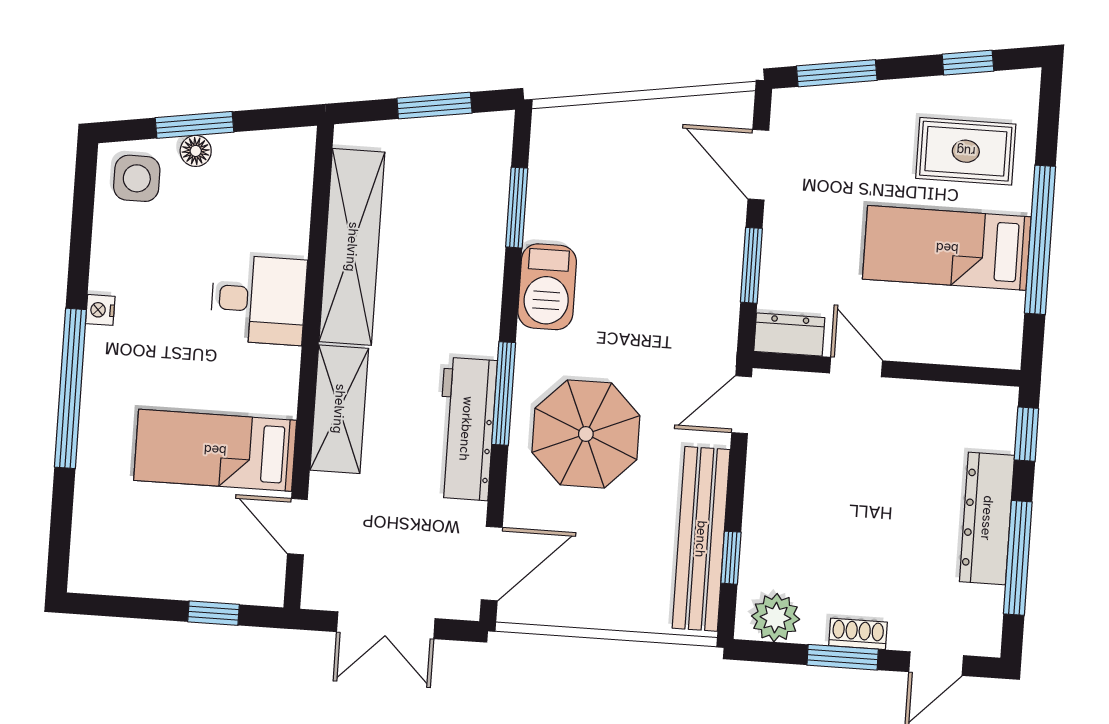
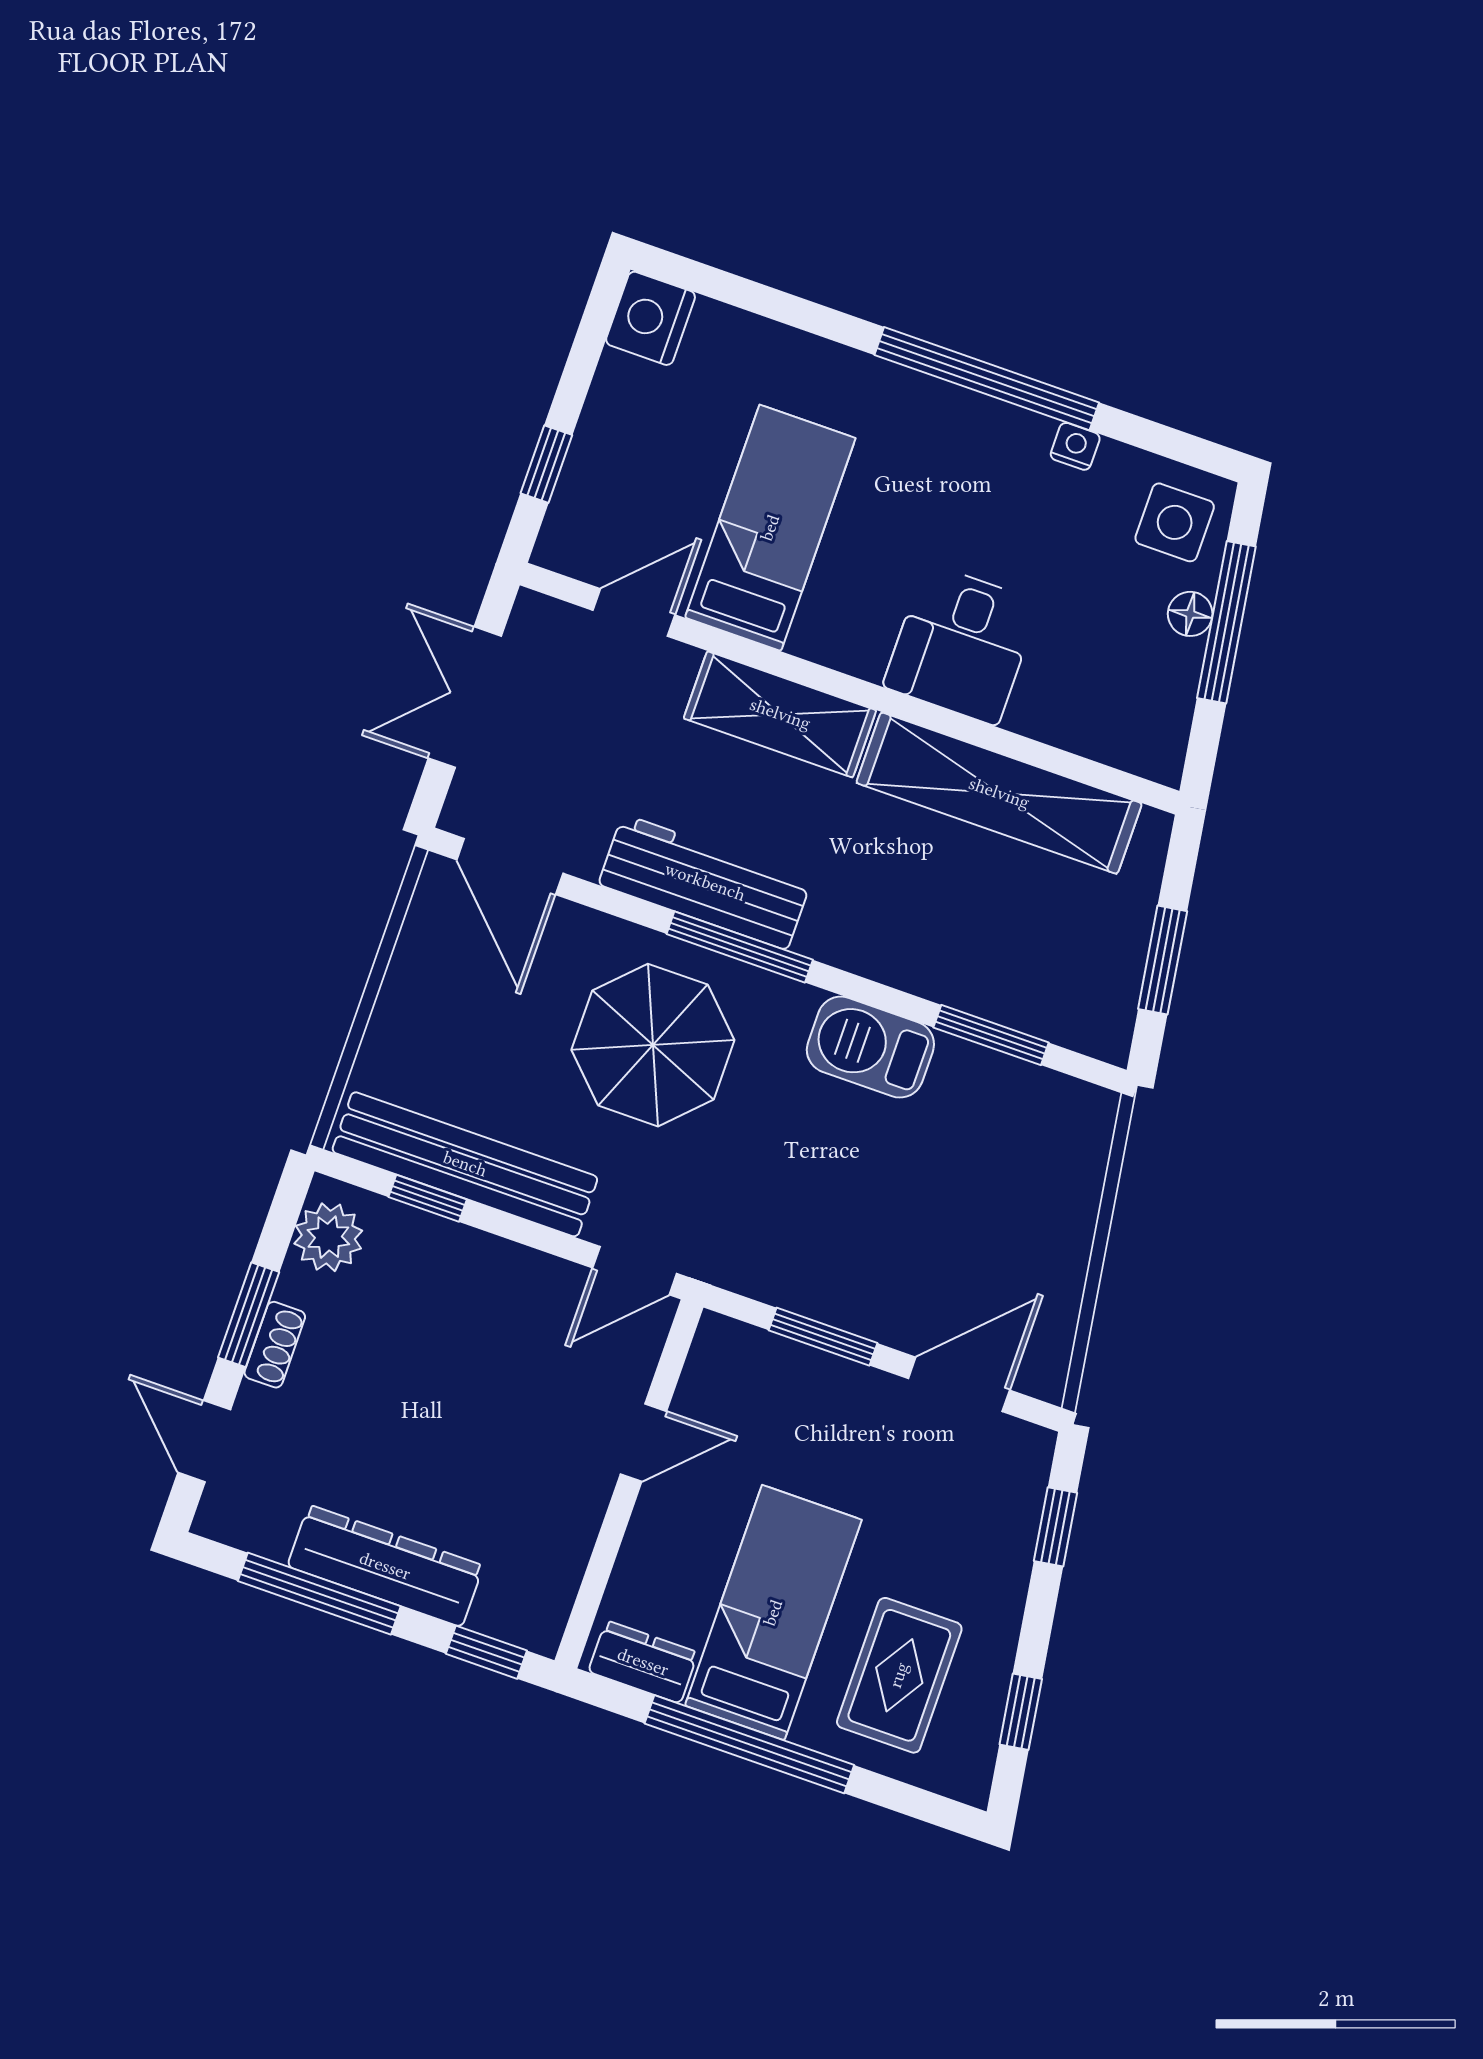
window: (837, 73) -> (1056, 1527), width x0.67
window: (195, 125) -> (1226, 622), width x1.44
nightstand: (100, 310) -> (1075, 446), moved
dresser: (789, 335) -> (643, 1662), moved, turned -90
window: (70, 388) -> (987, 379), moved
door: (742, 405) -> (635, 1271), swing flipped
nightstand: (96, 570) -> (651, 318), added

